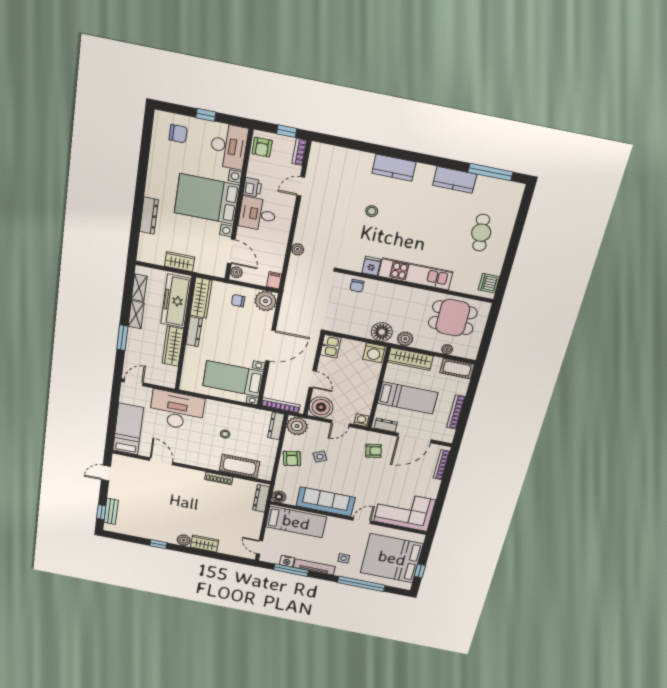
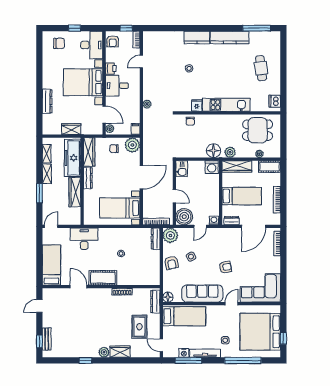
kitchen counter: (455, 180) -> (230, 38), width x1.50
desk: (177, 410) -> (84, 239), width x0.73, depth x0.77
armchair: (374, 451) -> (225, 267), moved
cot: (240, 466) -> (103, 278), moved
rug: (235, 522) -> (139, 327), added

